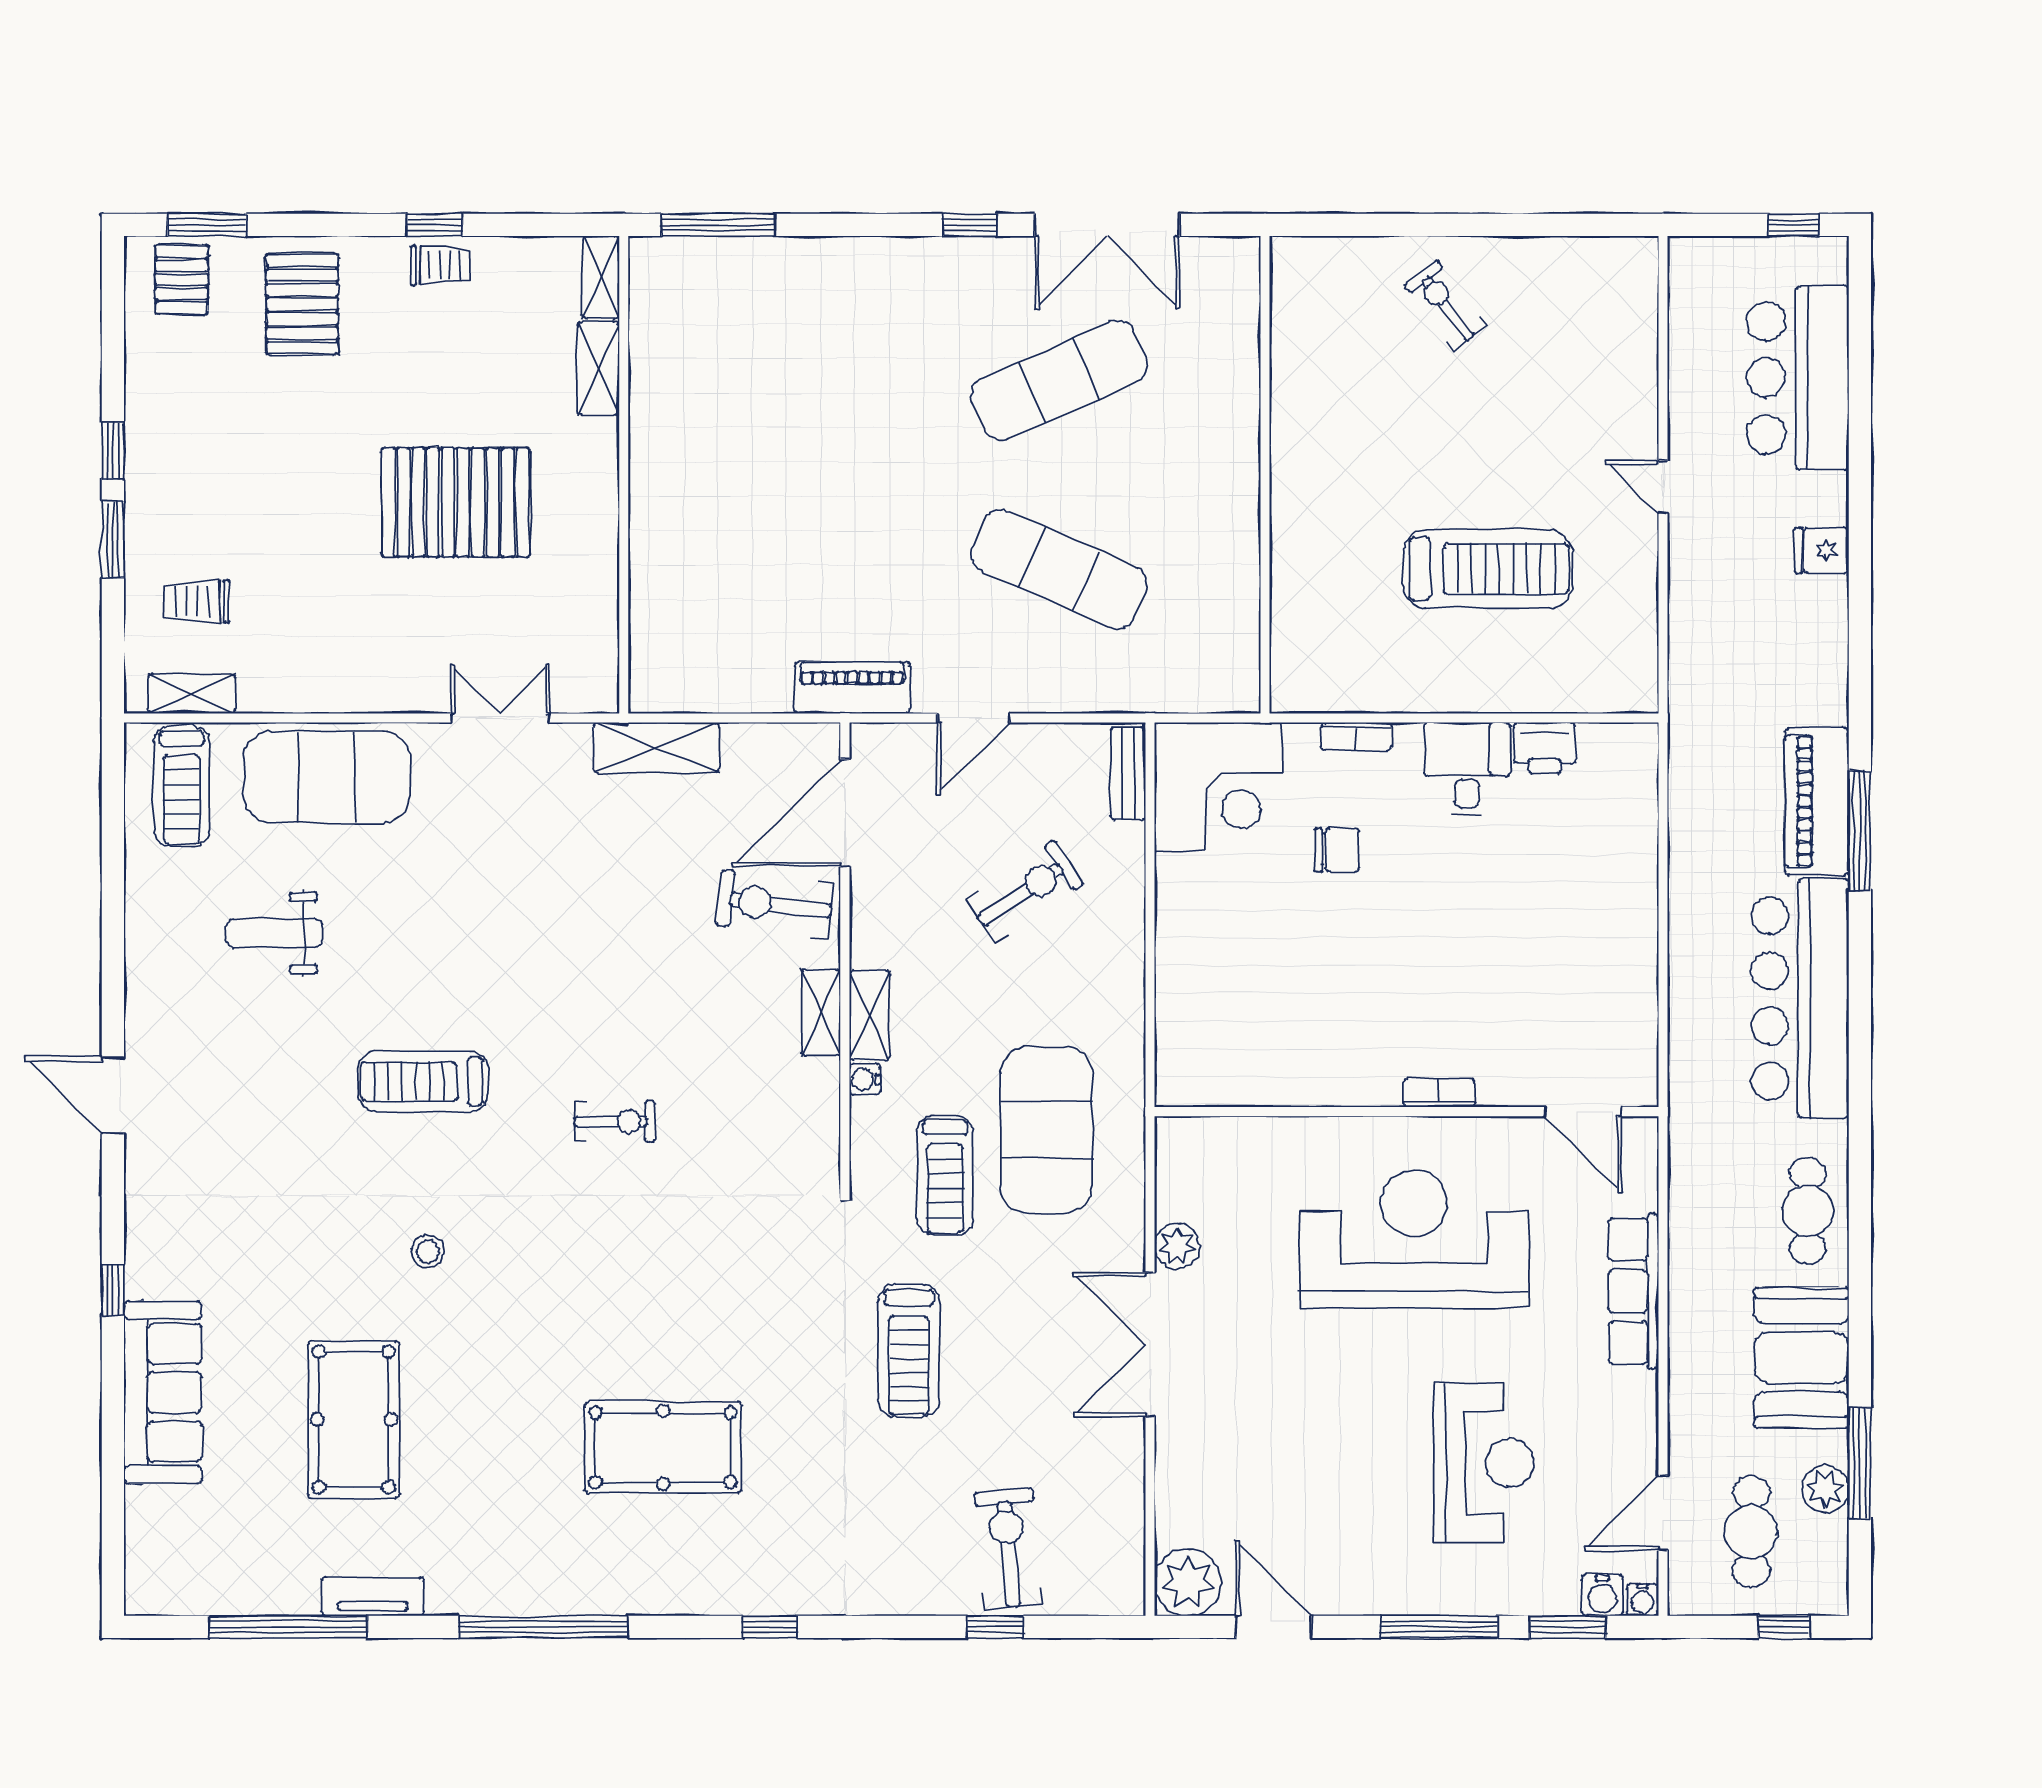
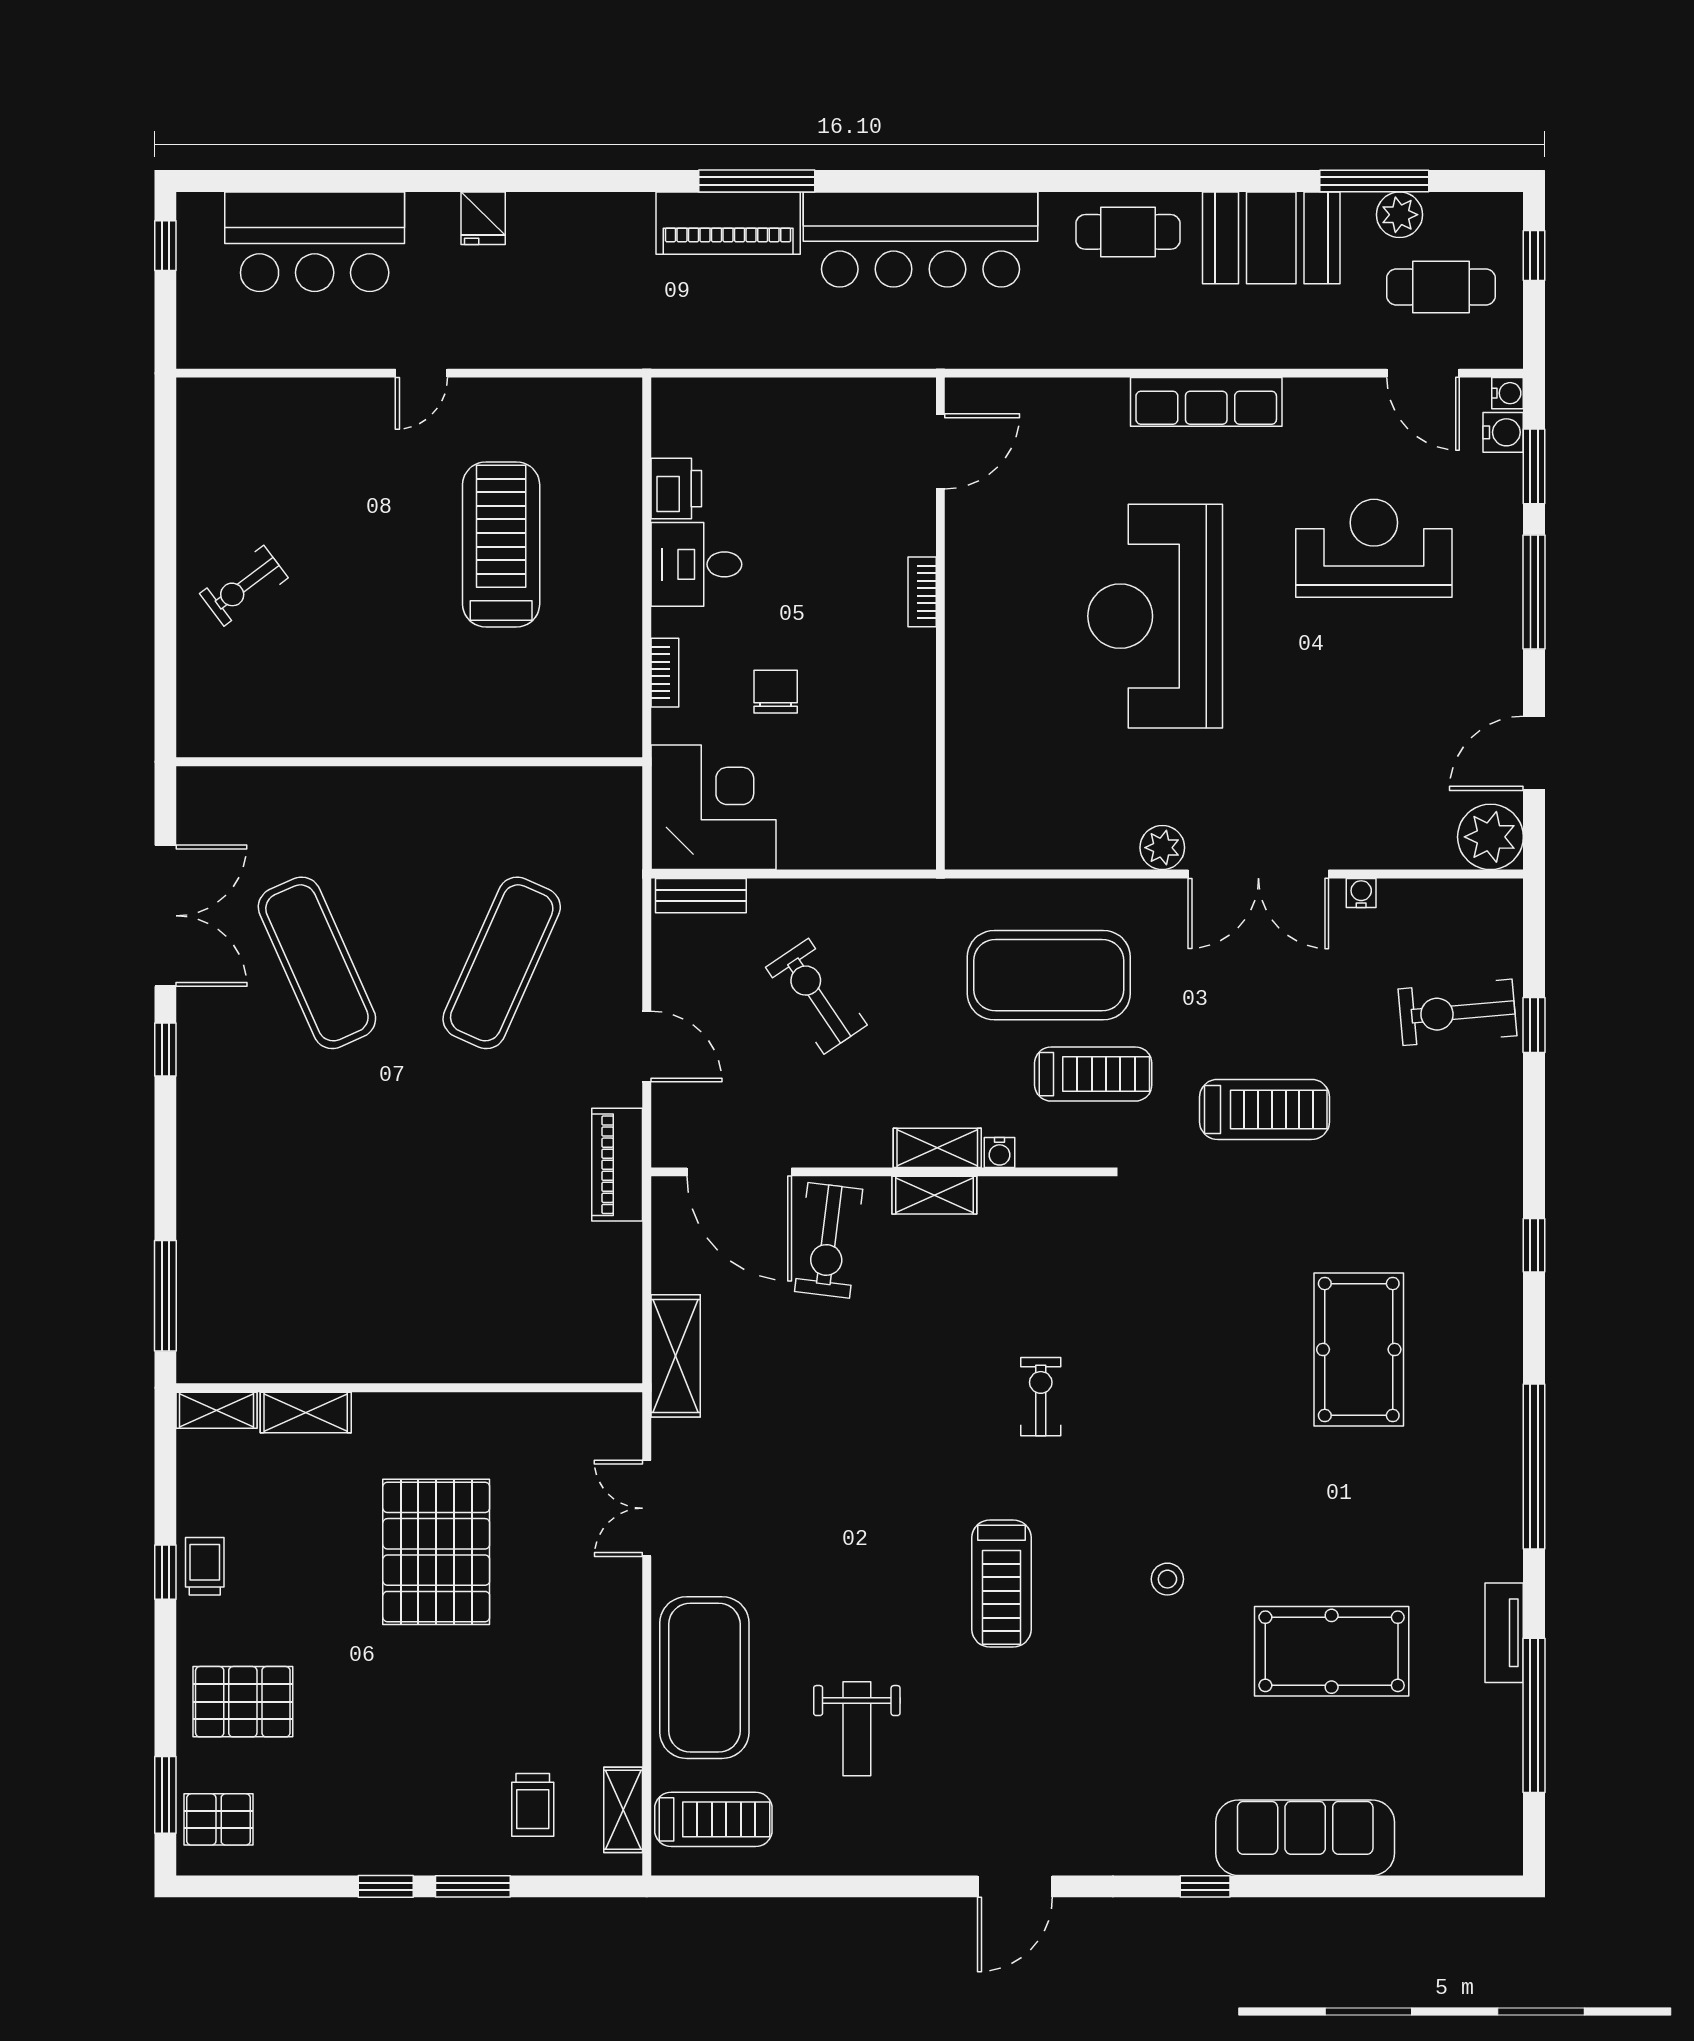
bookcase: (1439, 1093) -> (922, 592), moved
wall: (1407, 1112) -> (940, 624), moved
door: (1583, 1112) -> (940, 451), moved
water cooler: (1131, 1450) -> (1361, 893), added

